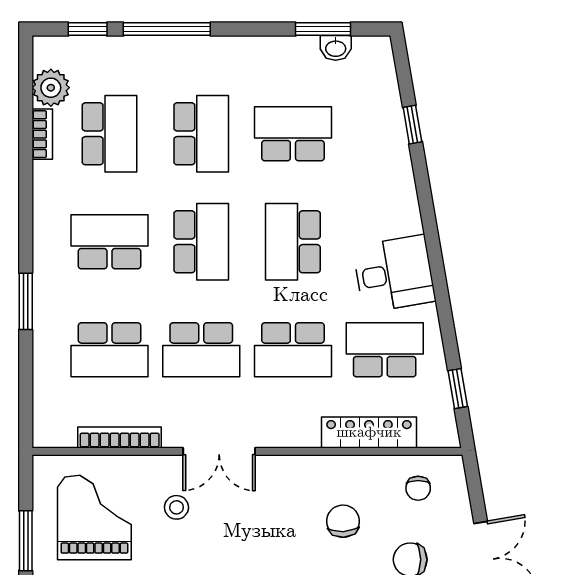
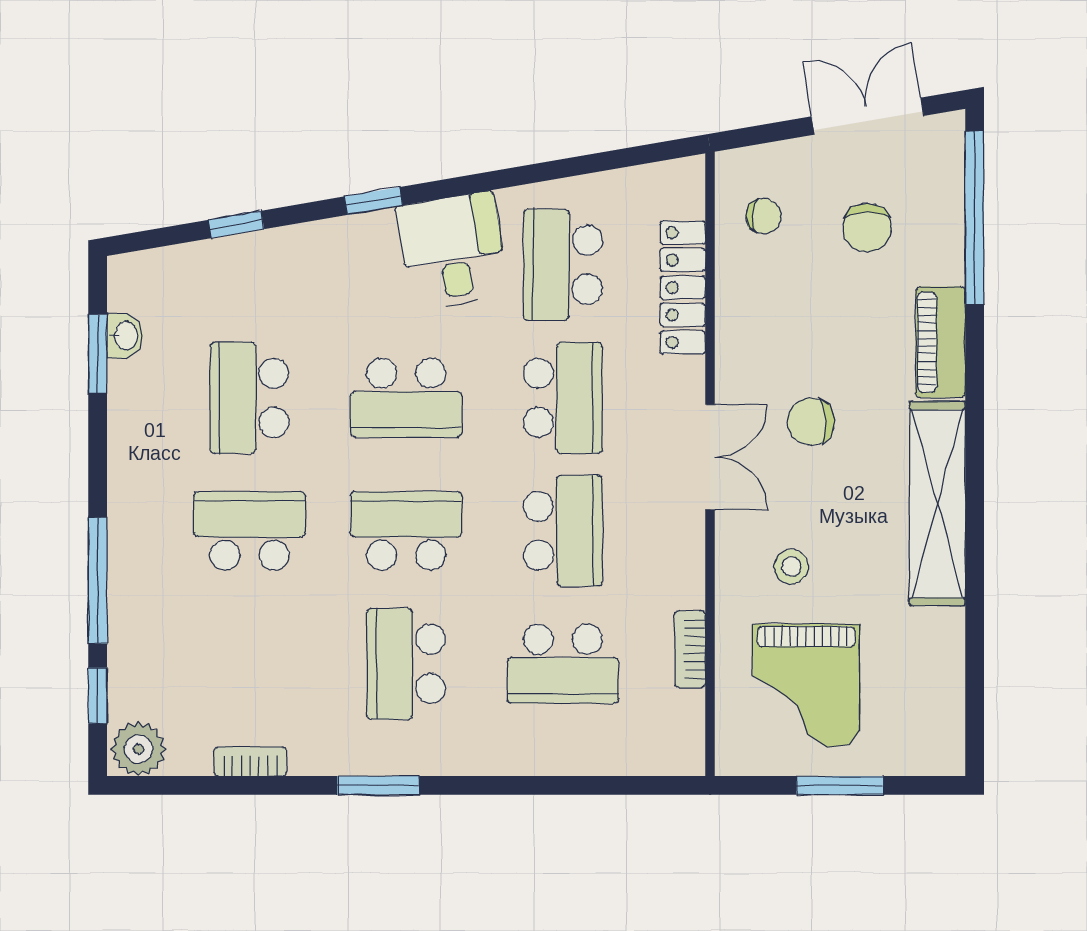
plant: (51, 88) -> (138, 749), moved
school desk: (110, 134) -> (250, 664), removed
window: (26, 301) -> (378, 785), moved
school desk: (110, 350) -> (563, 664), turned 90
window: (458, 389) -> (374, 201), moved
bookcase: (120, 437) -> (690, 649), width x0.64
double door: (219, 451) -> (710, 457), moved
grand piano: (94, 518) -> (806, 686), turned -90
chair: (343, 521) -> (811, 421), moved

